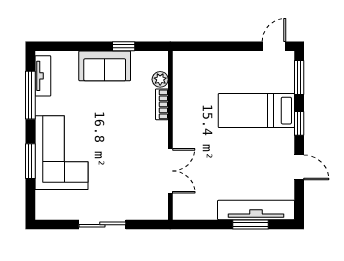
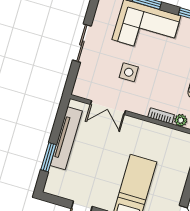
side table: (121, 158) -> (129, 72), added
tv unit: (256, 210) -> (66, 138), moved

